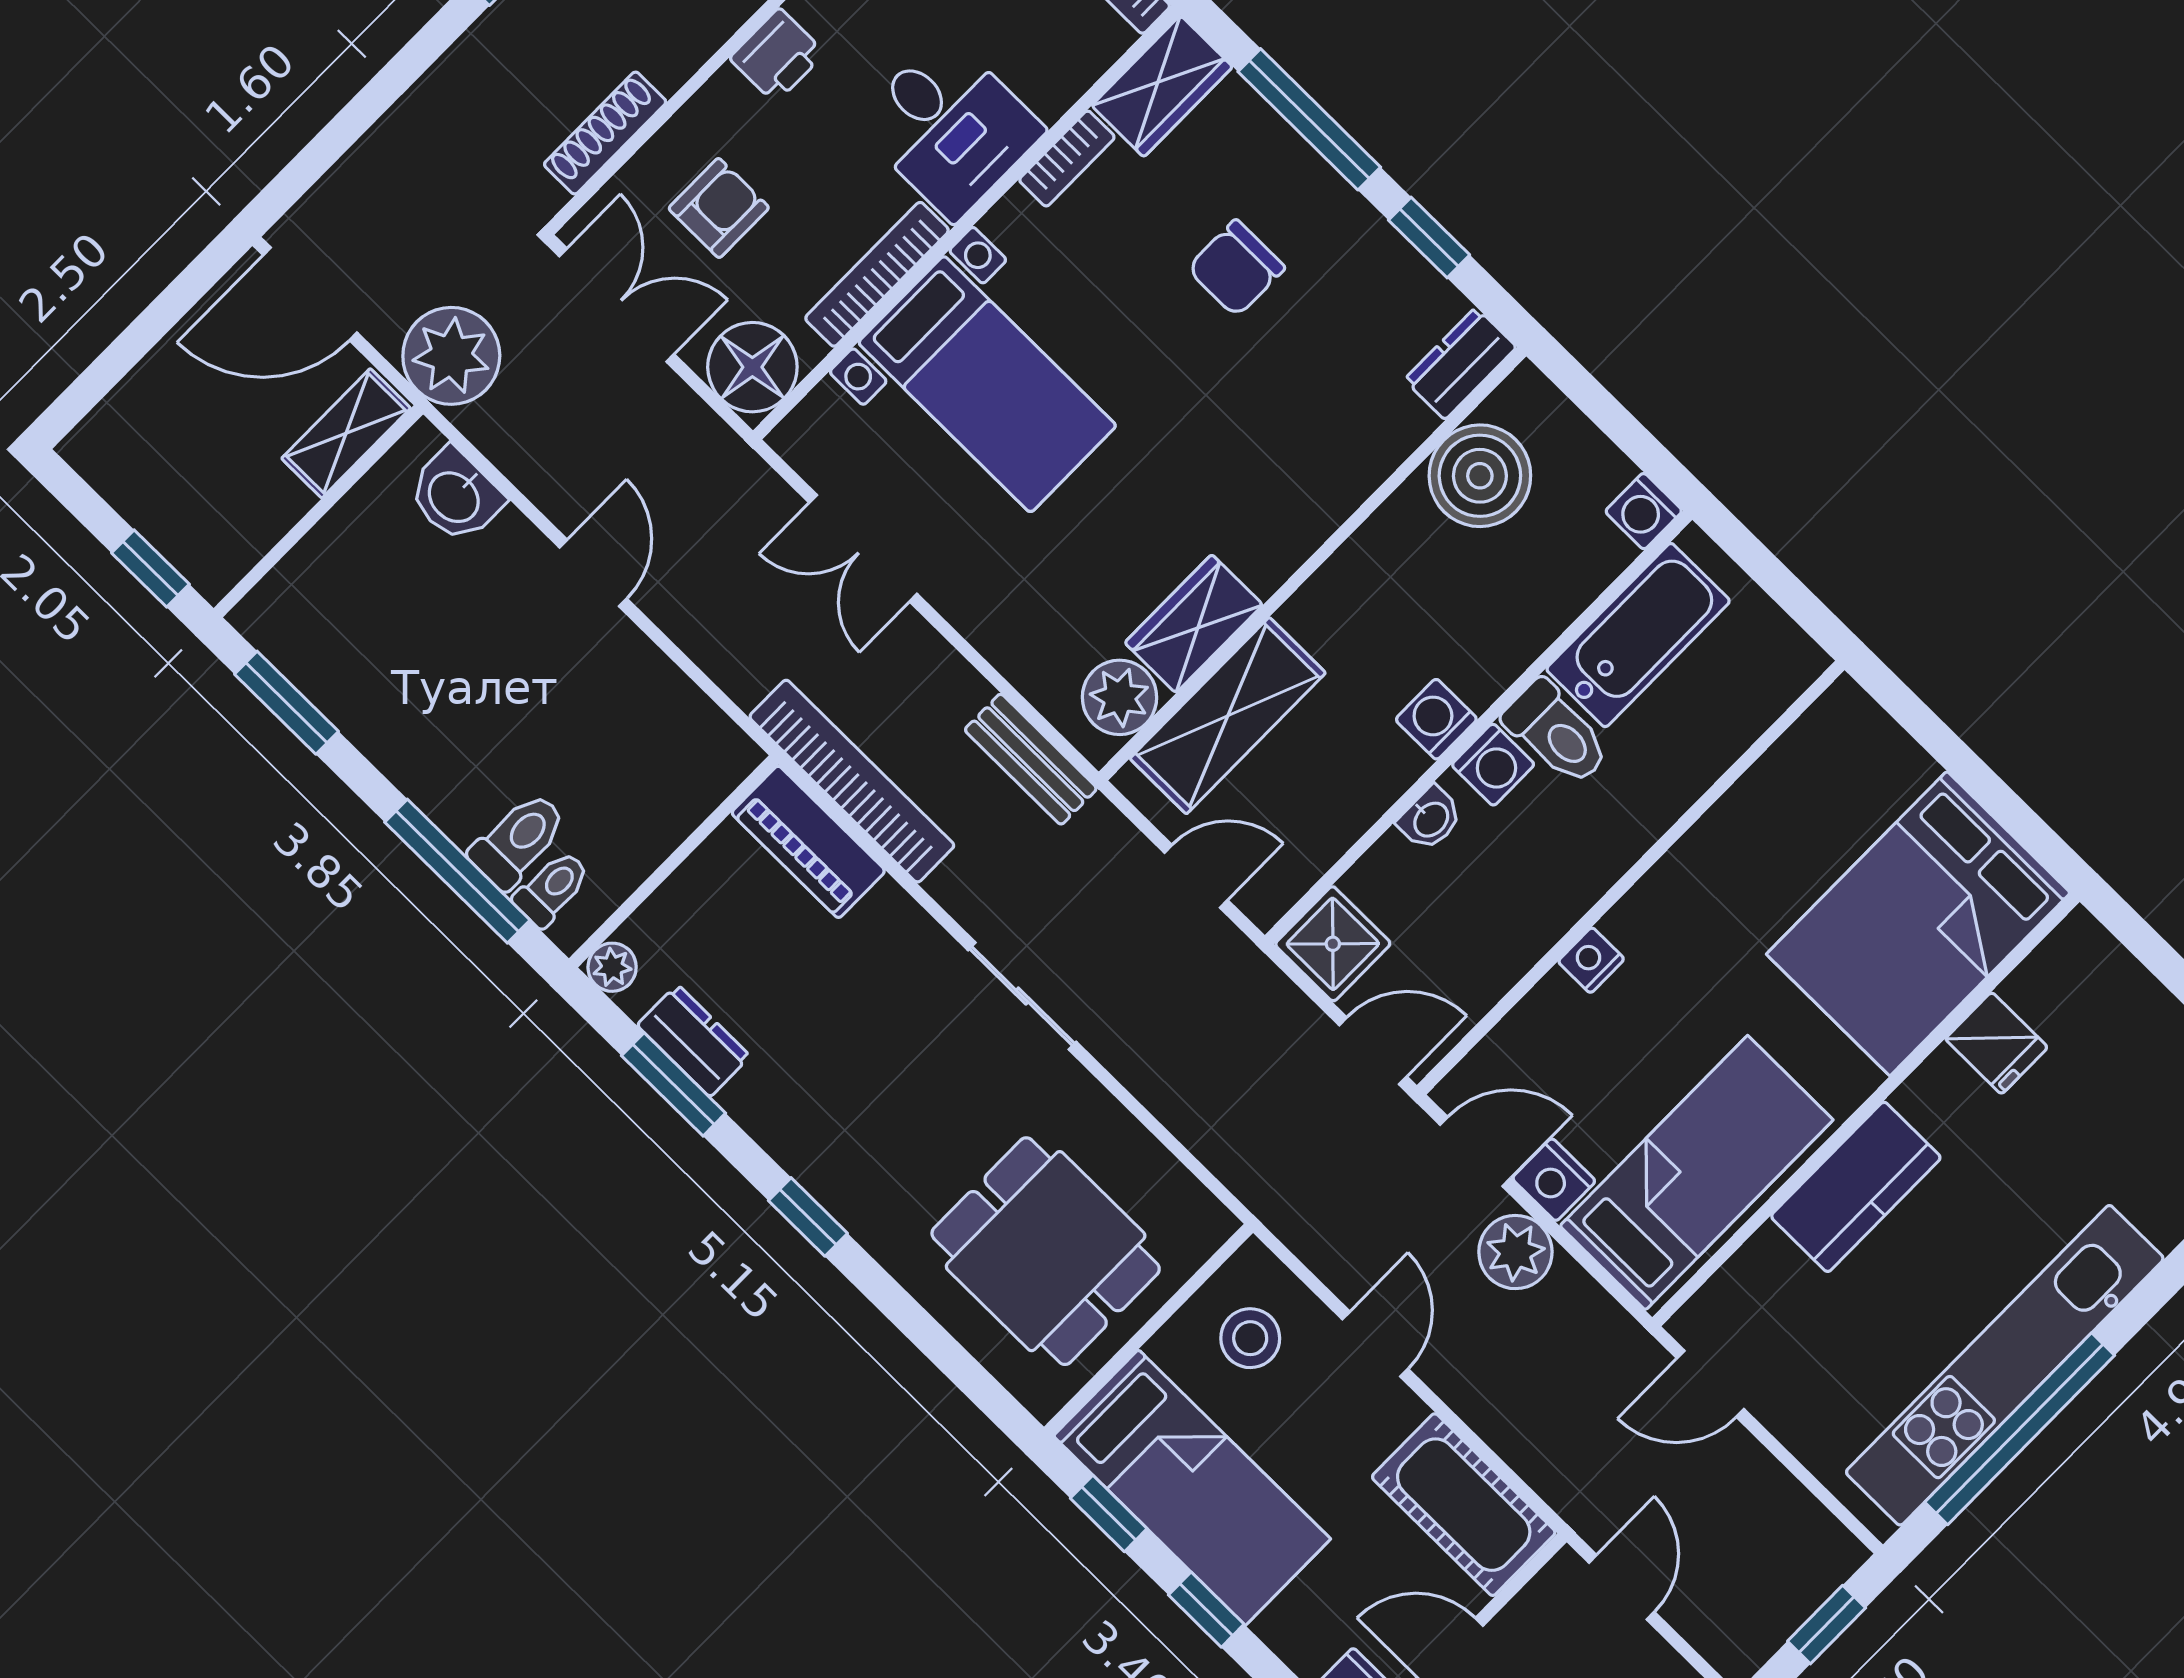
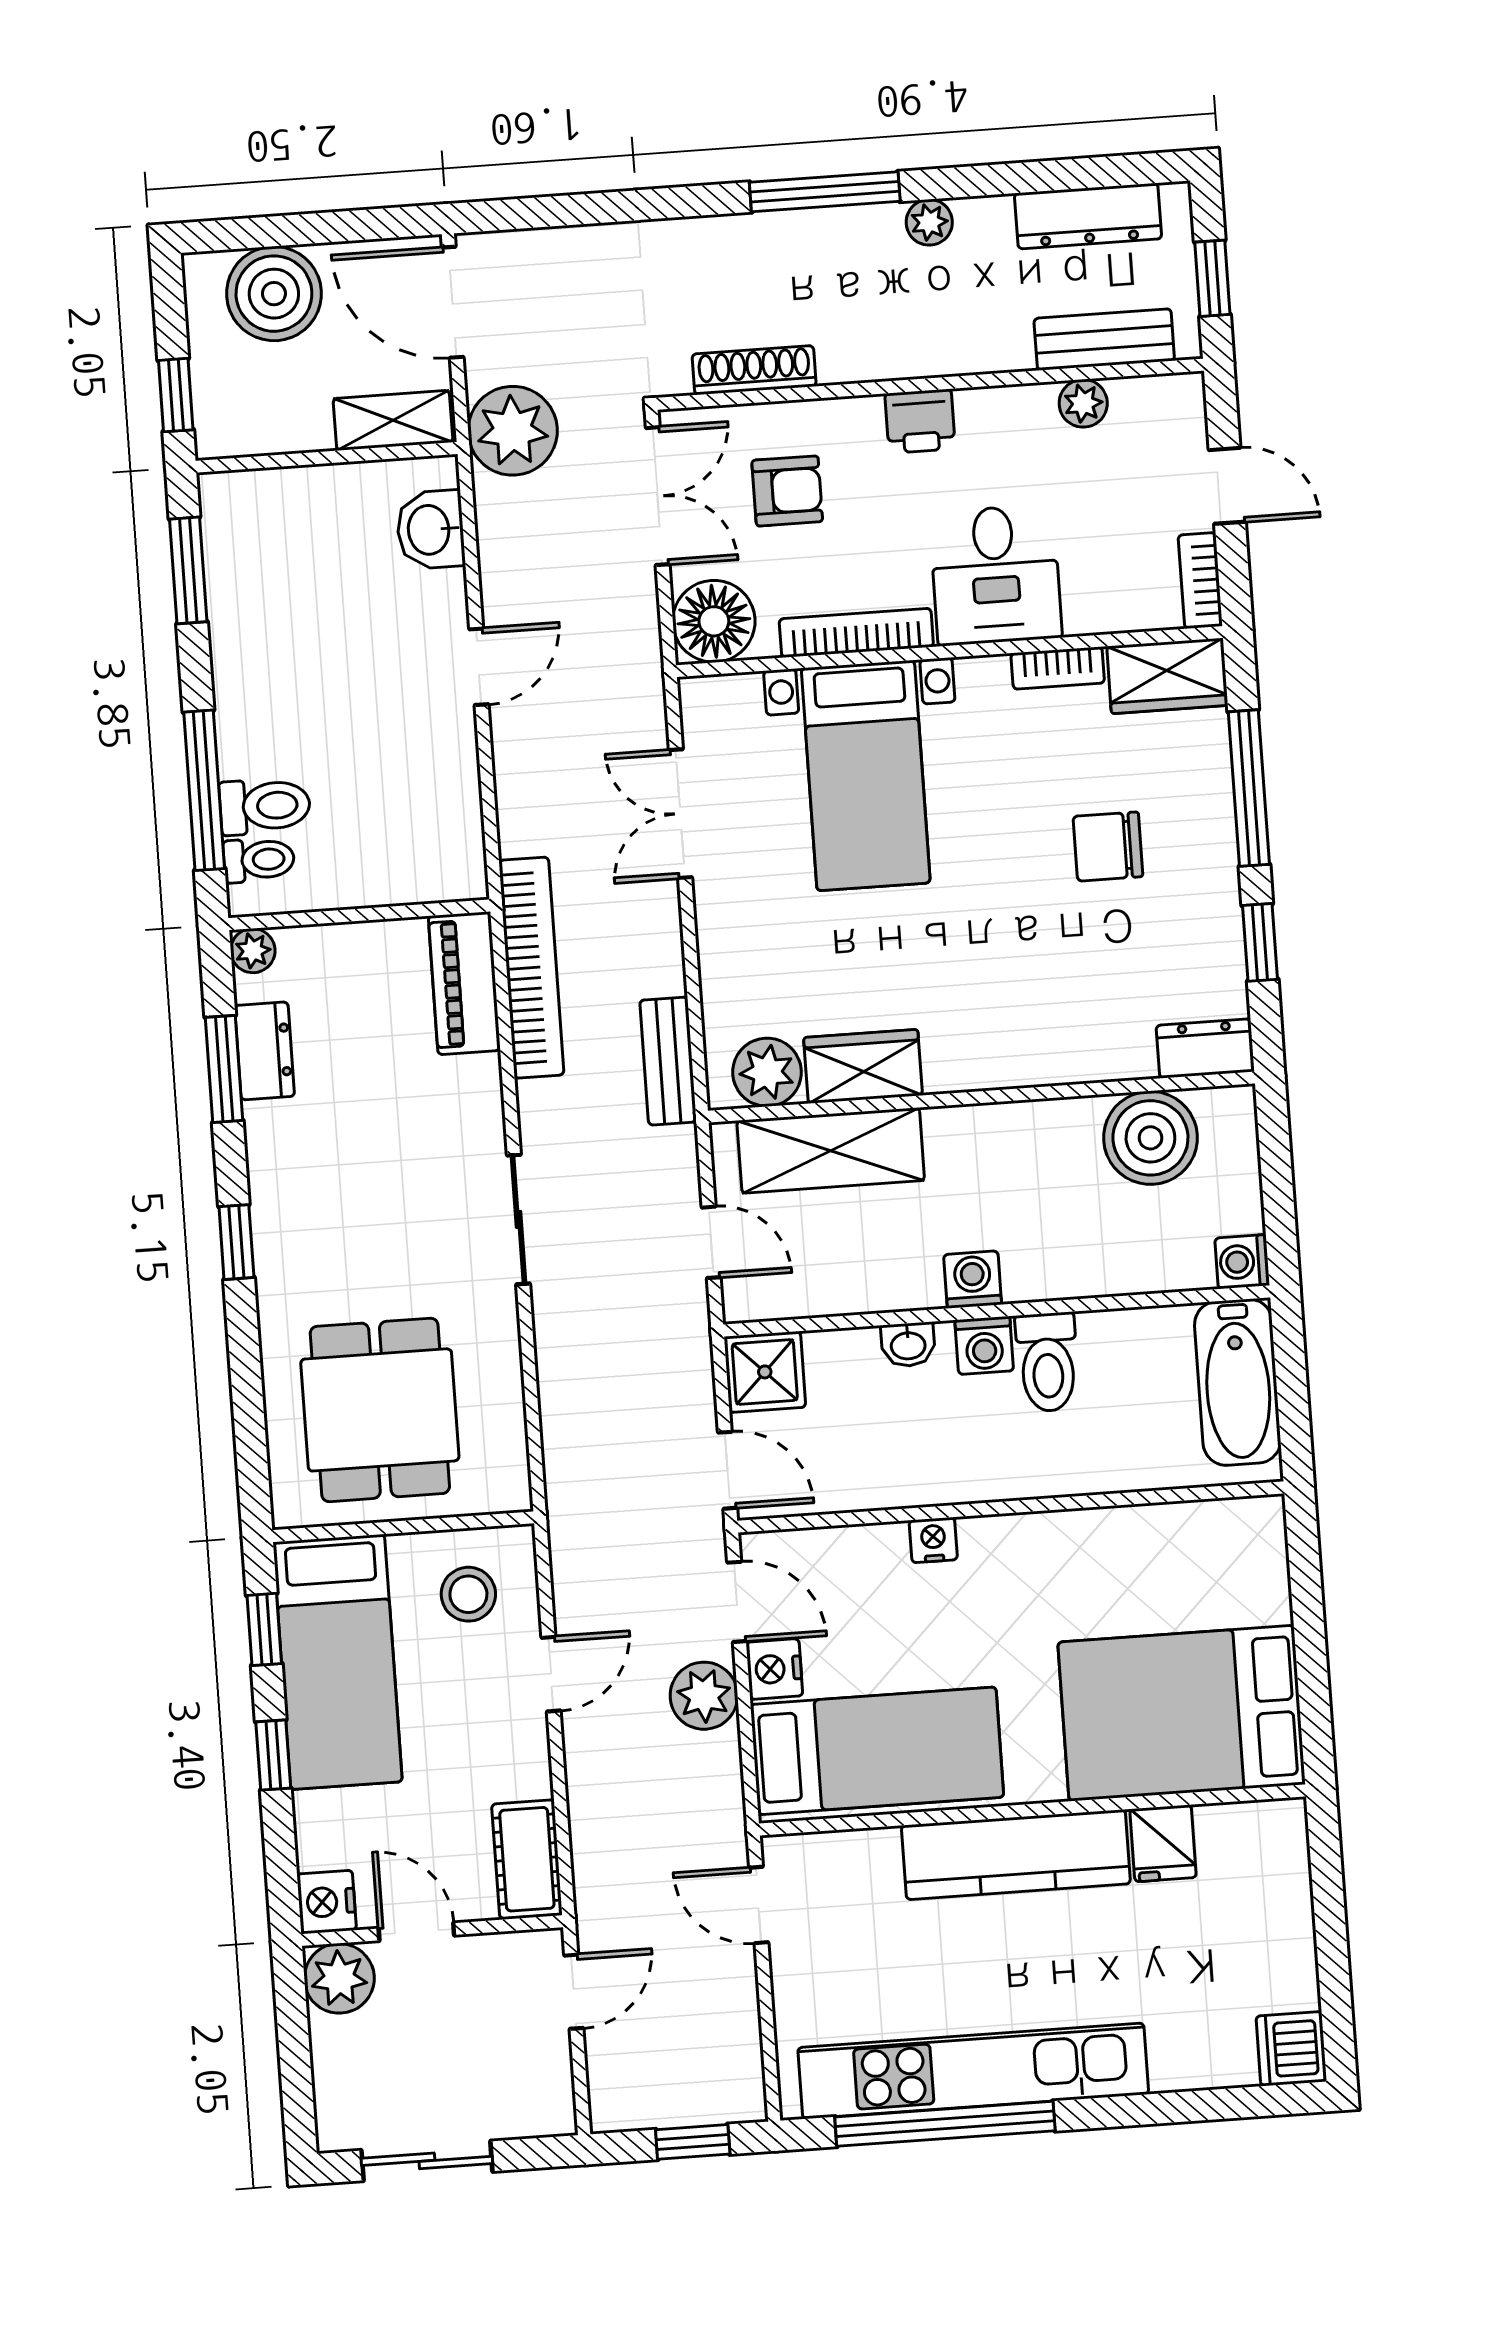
boiler: (158, 415) -> (274, 294), added
bathtub: (1638, 635) -> (1238, 1382), moved, turned 90
kitchen counter: (1856, 1187) -> (1016, 1855), width x1.50
cot: (1464, 1505) -> (527, 1859), width x0.73, depth x0.75

